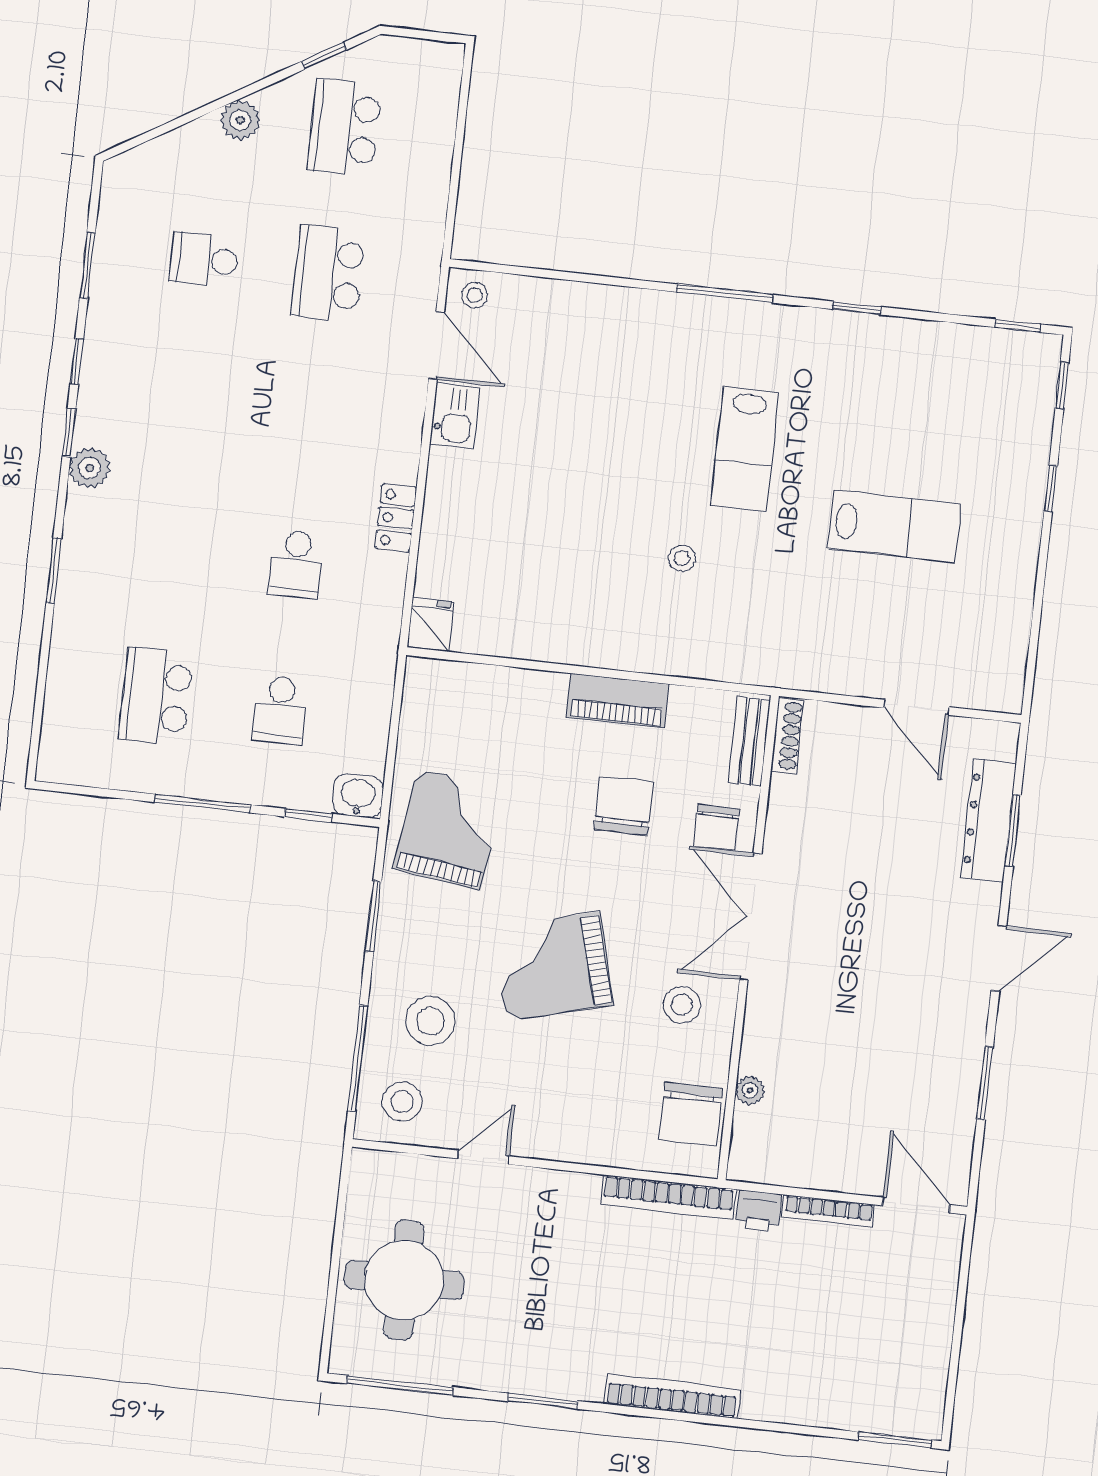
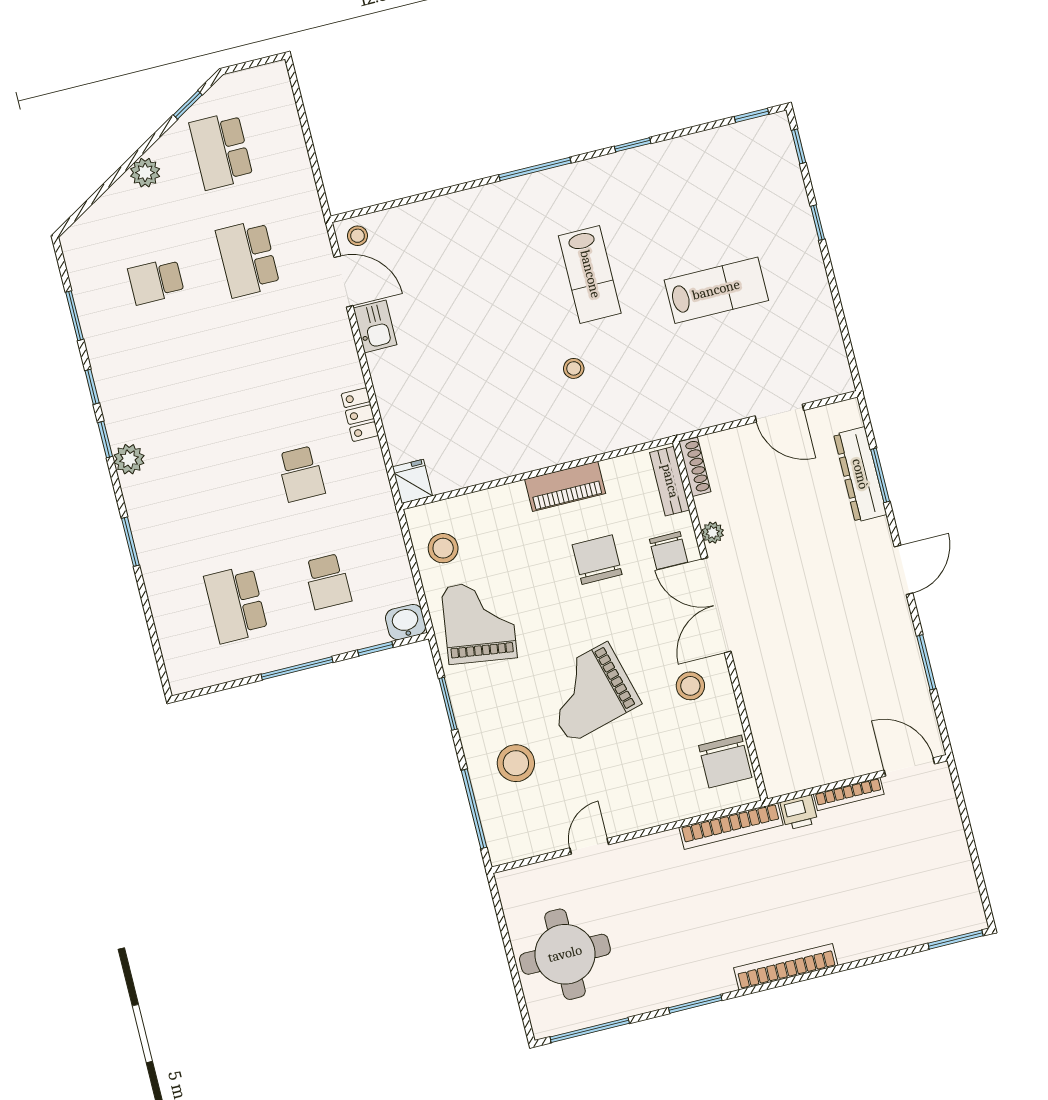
plant: (750, 1090) -> (713, 533), moved
stool: (402, 1102) -> (443, 548), moved

